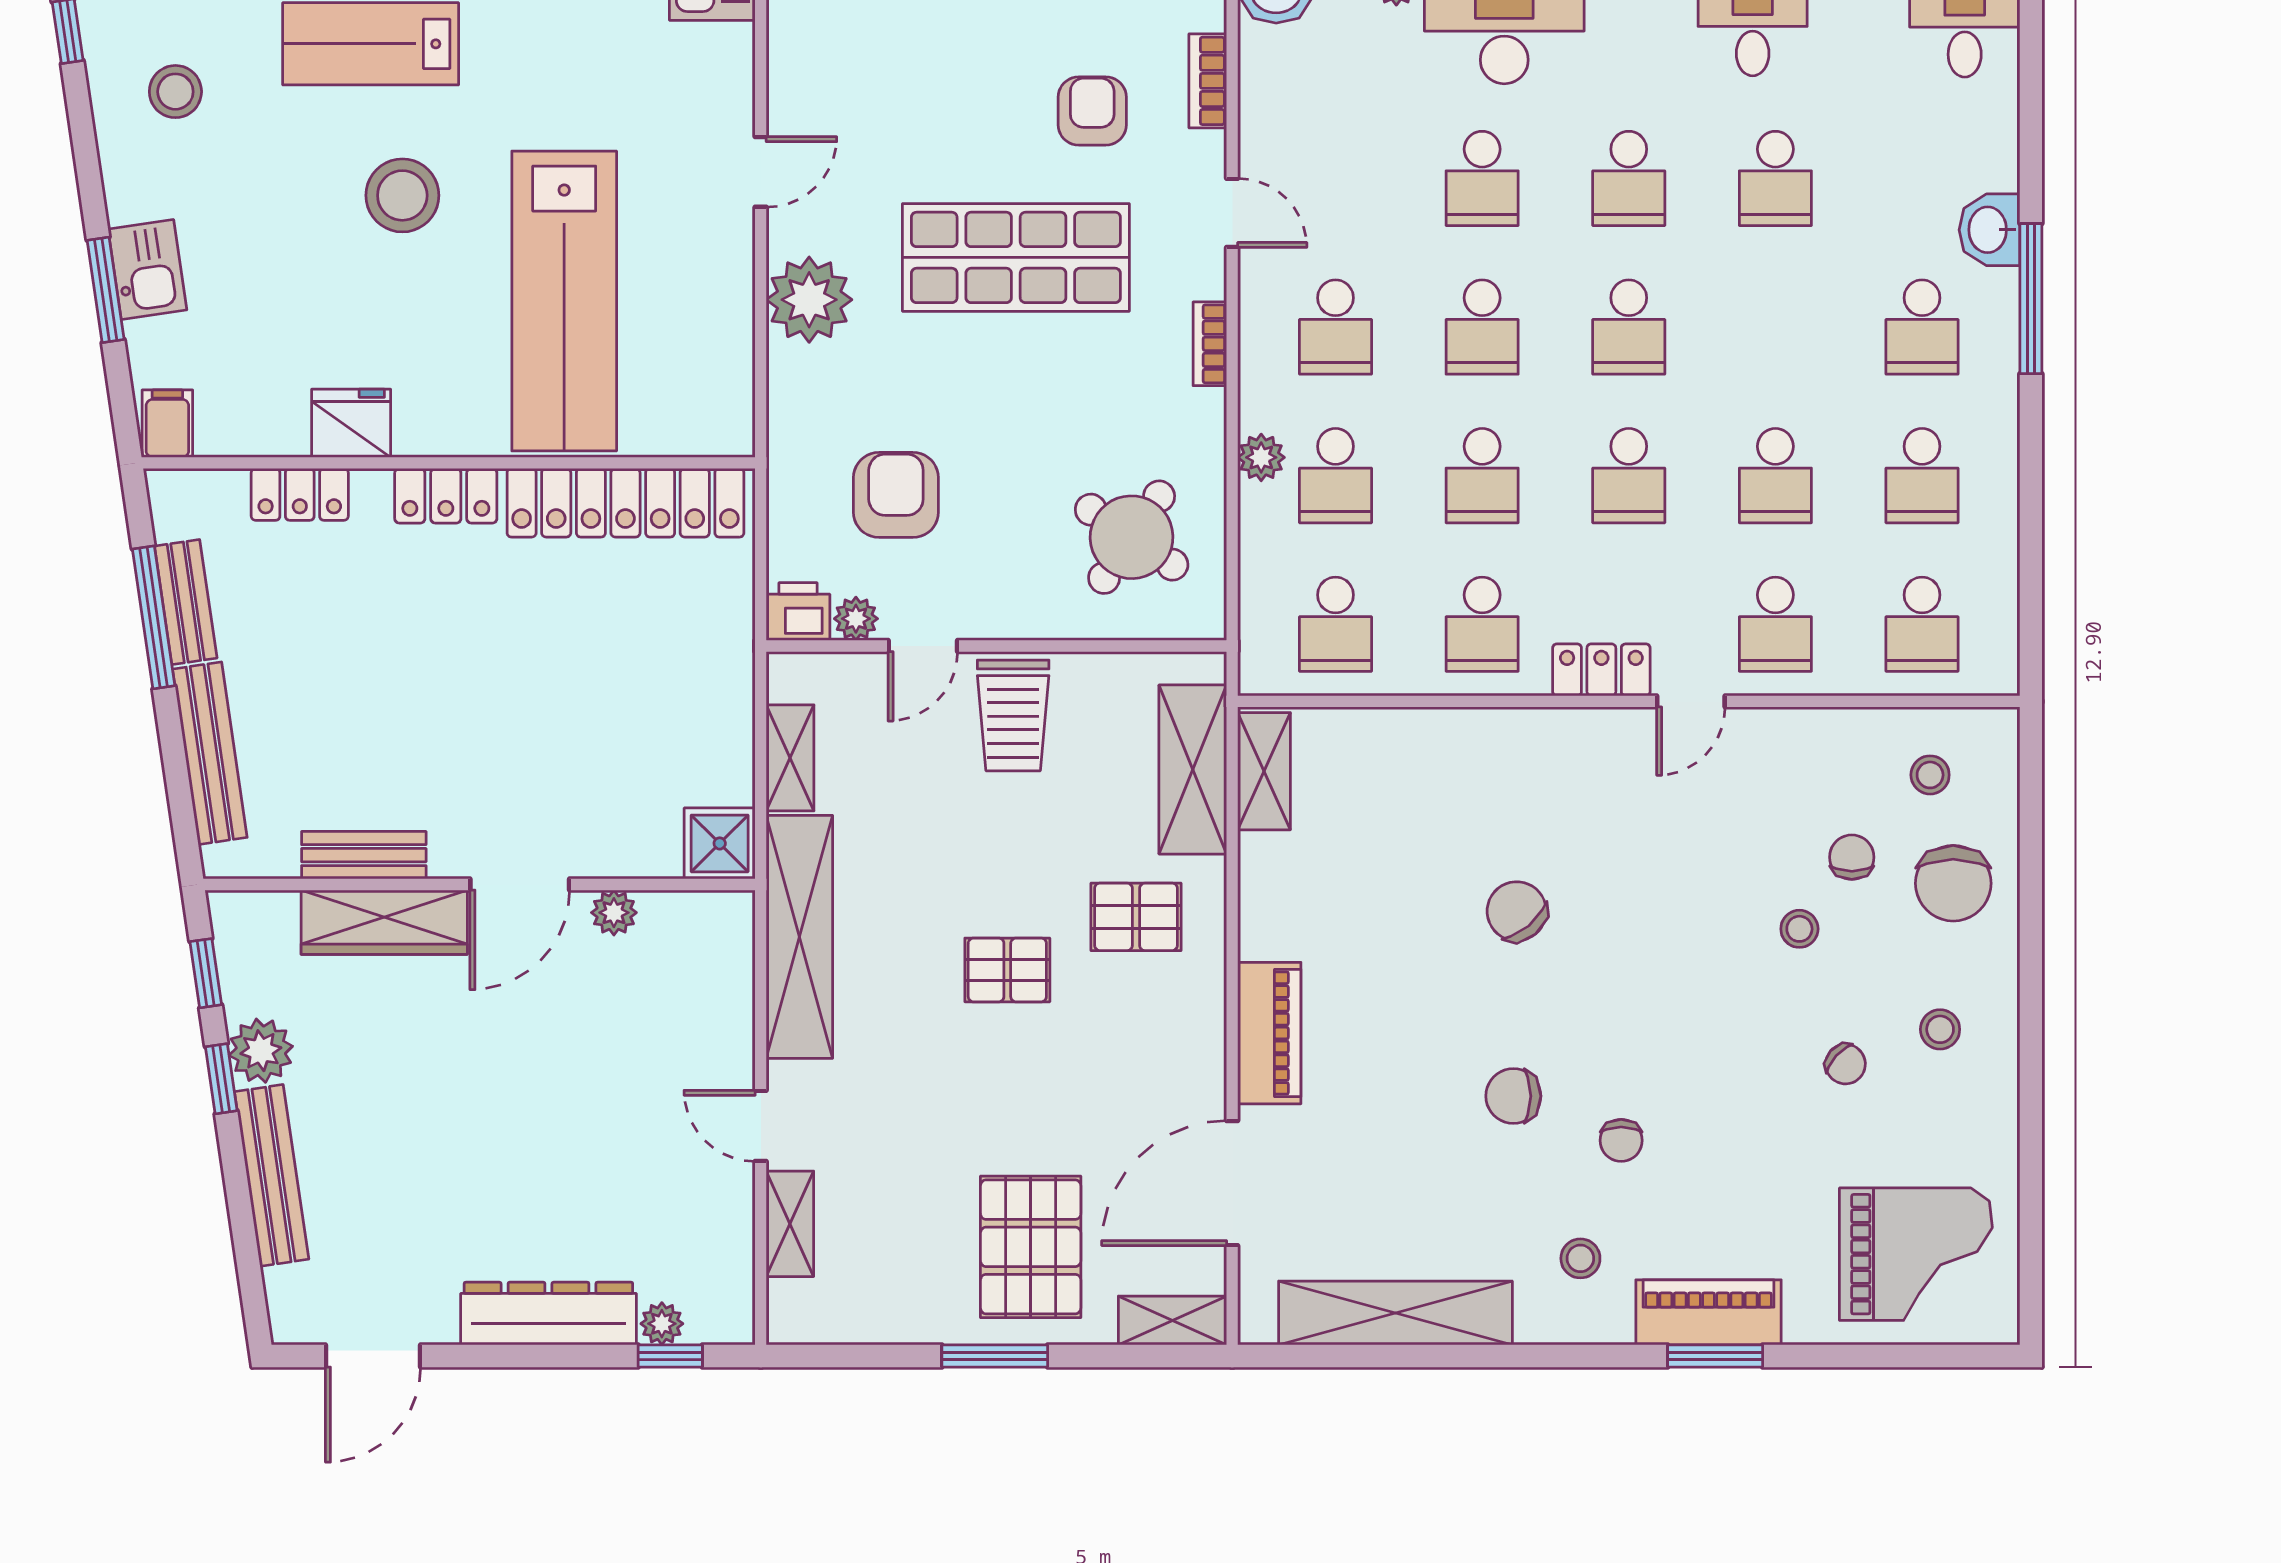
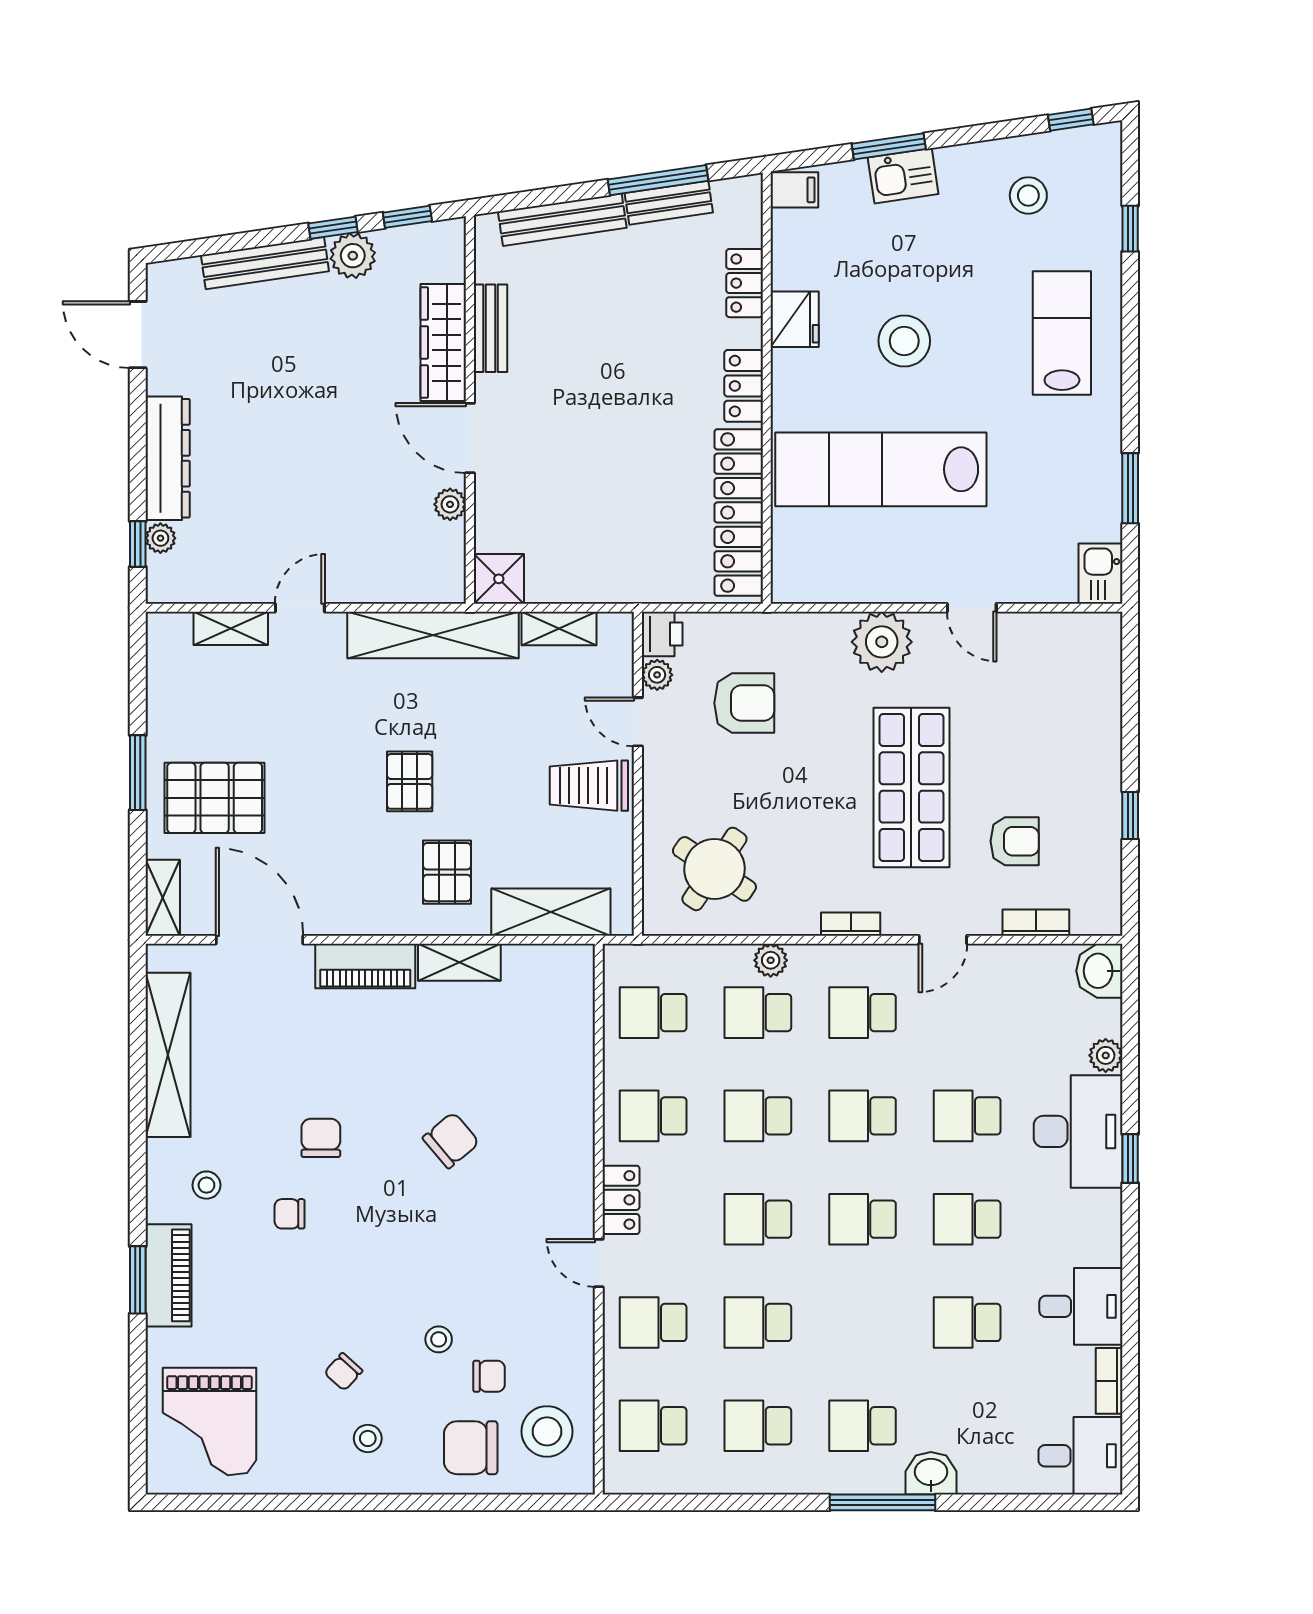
stool: (402, 195) -> (904, 341), moved
shelving: (1264, 771) -> (459, 962), moved
stool: (1930, 775) -> (547, 1431), width x1.89, depth x1.89

